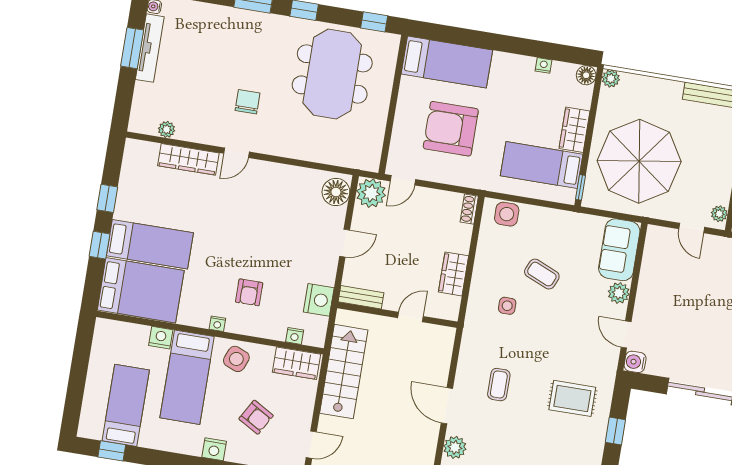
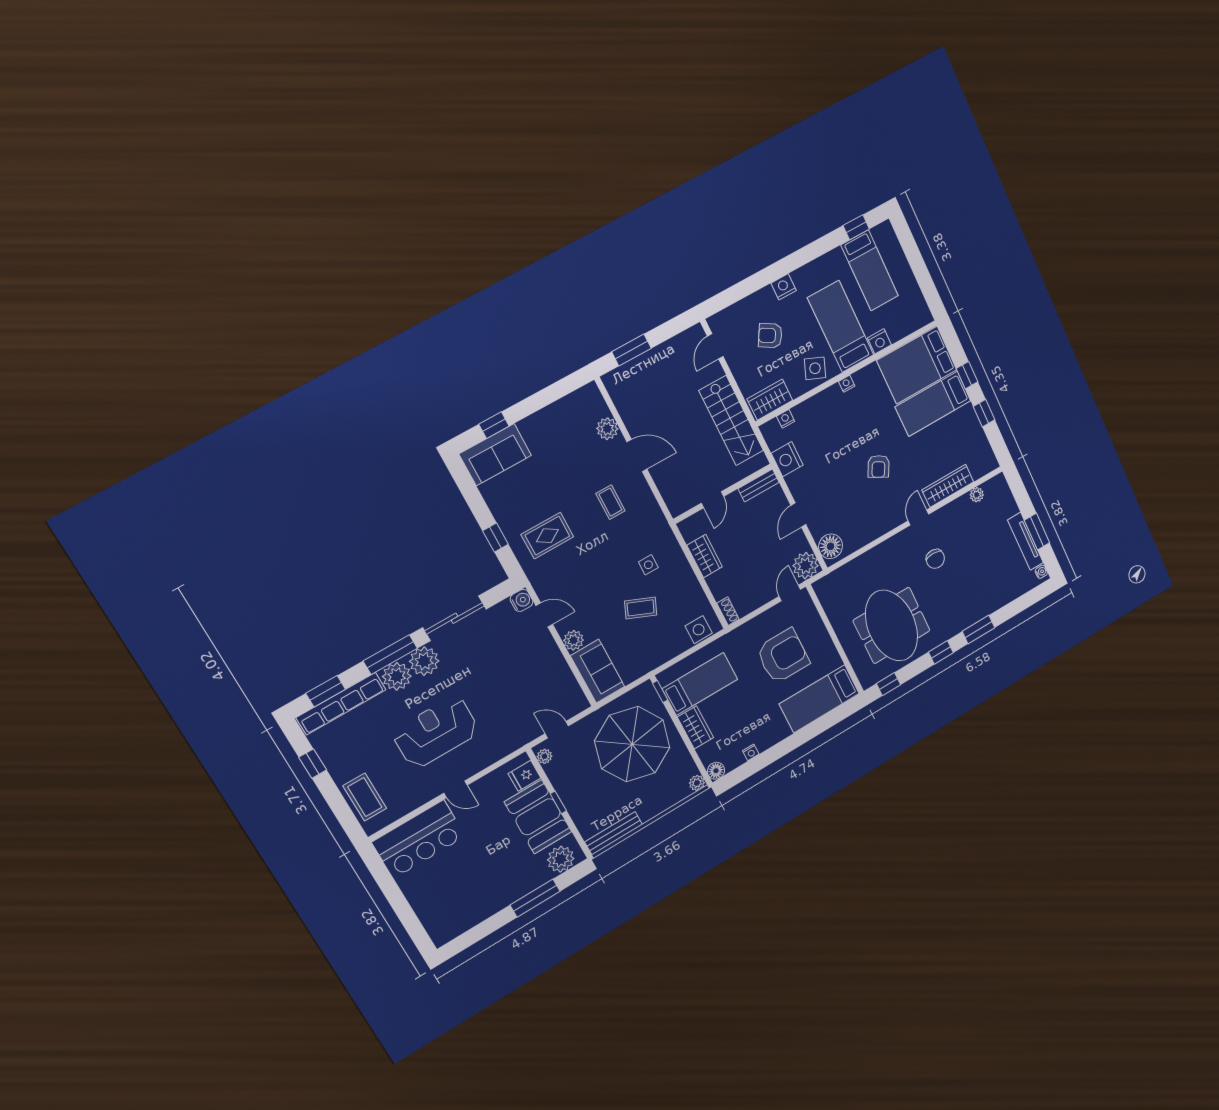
armchair: (249, 292) -> (879, 466), moved, turned -152

